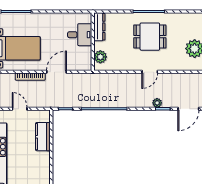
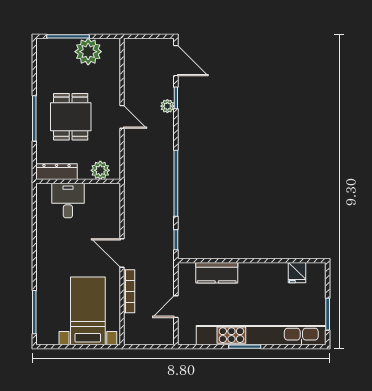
dresser: (99, 27) -> (57, 172), moved
desk: (80, 35) -> (68, 201), moved
wall: (93, 42) -> (78, 181), moved
plant: (100, 57) -> (100, 170), moved

